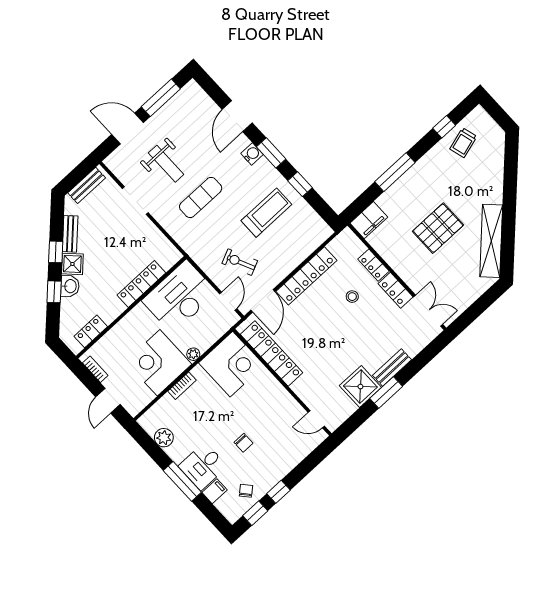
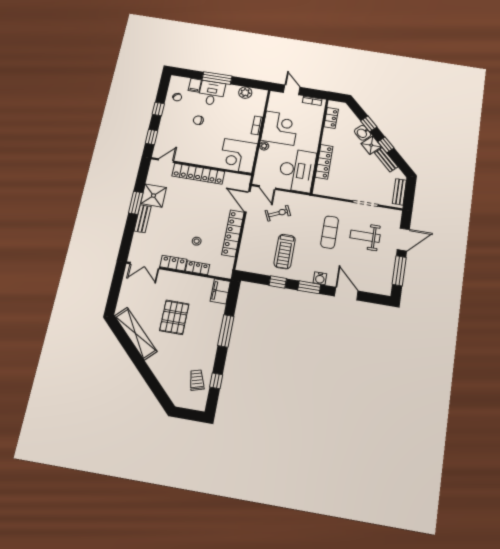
locker: (272, 353) -> (198, 174), moved
window: (255, 513) -> (152, 137), moved

